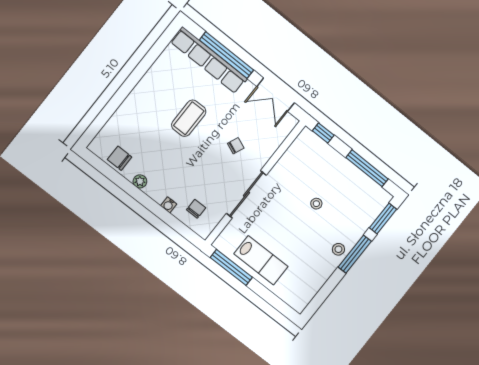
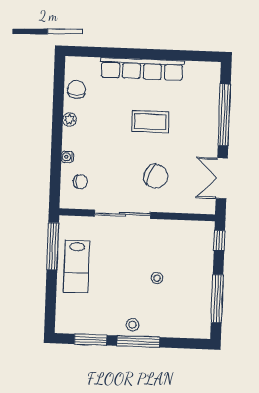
row of seats: (209, 60) -> (142, 69), moved, turned -90
chair: (236, 146) -> (156, 176), width x1.87, depth x1.87
window: (383, 219) -> (90, 340), moved

